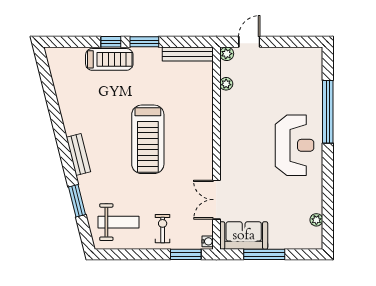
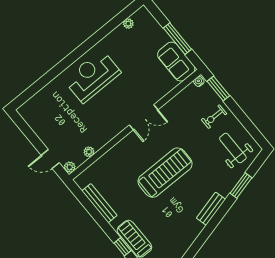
window: (144, 42) -> (105, 226), removed
bench: (188, 54) -> (99, 203), moved
window: (328, 112) -> (54, 73), removed
double door: (216, 200) -> (144, 117), moved

